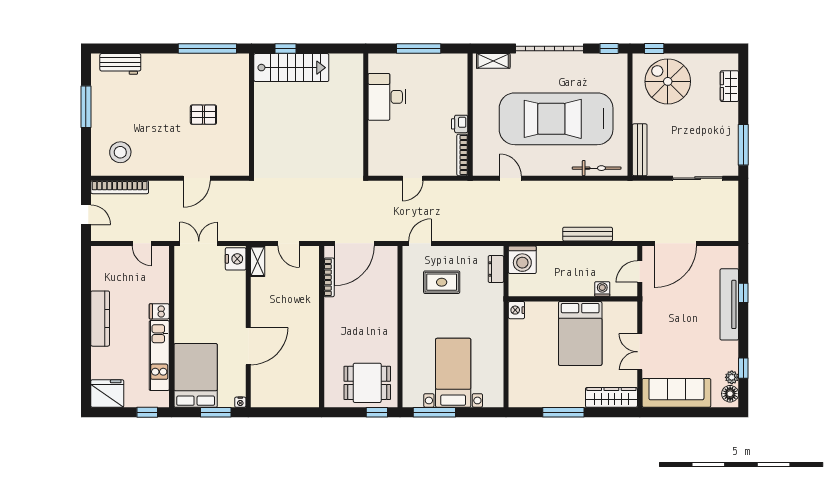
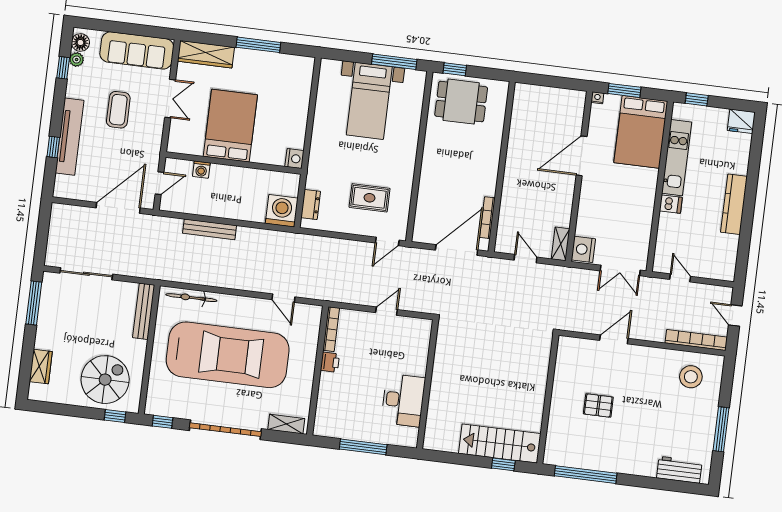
spiral stairs: (668, 81) -> (105, 380), turned -90
coffee table: (687, 335) -> (118, 110), added
fridge: (107, 394) -> (741, 121), width x0.73, depth x0.75

